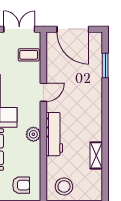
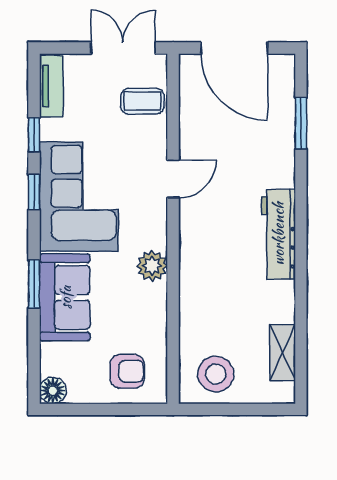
workbench: (54, 134) -> (278, 234), moved, turned 180
shelving: (96, 155) -> (283, 352), moved

